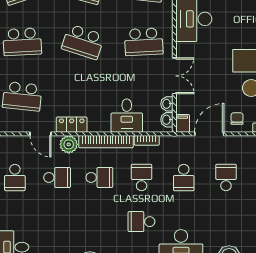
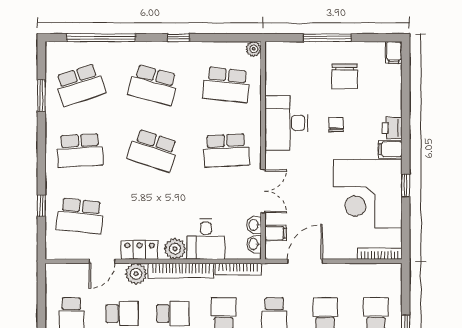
chair: (237, 119) -> (336, 124), moved
filing cabinet: (183, 123) -> (276, 233), moved, turned 90
plant: (101, 124) -> (175, 249), added
door: (40, 134) -> (102, 261), hinge flipped
bookcase: (147, 140) -> (238, 269), width x1.56

